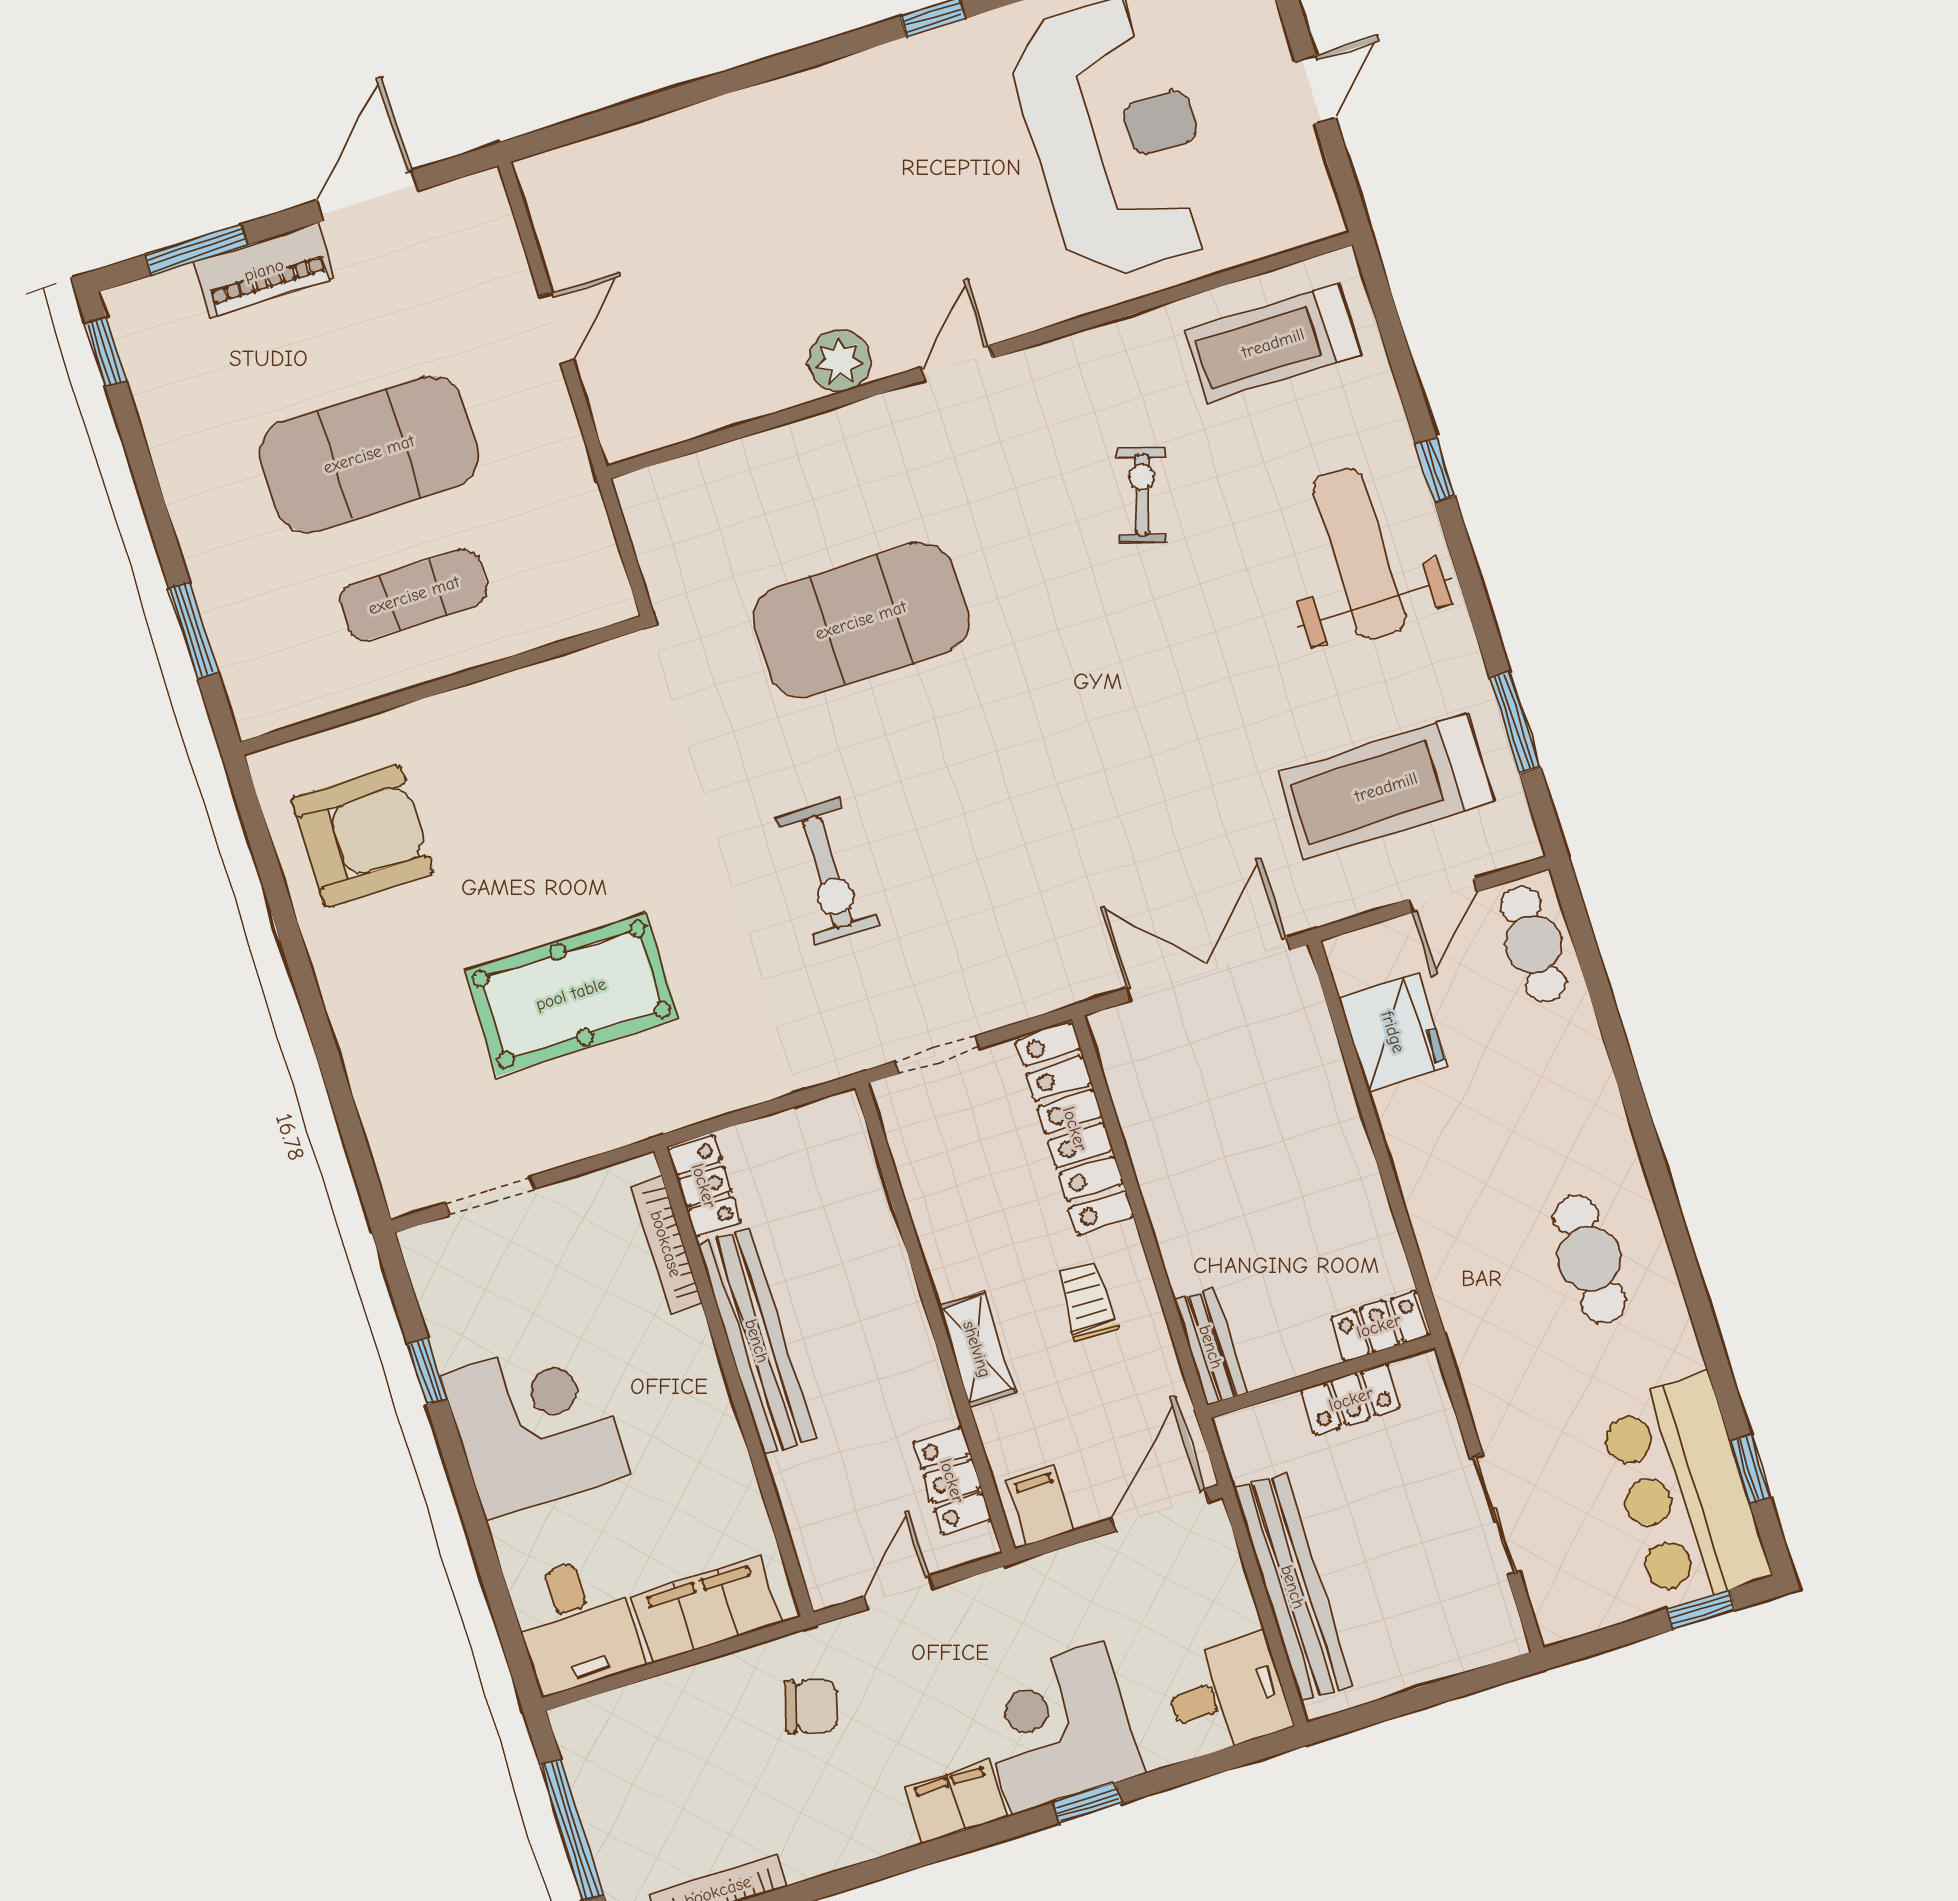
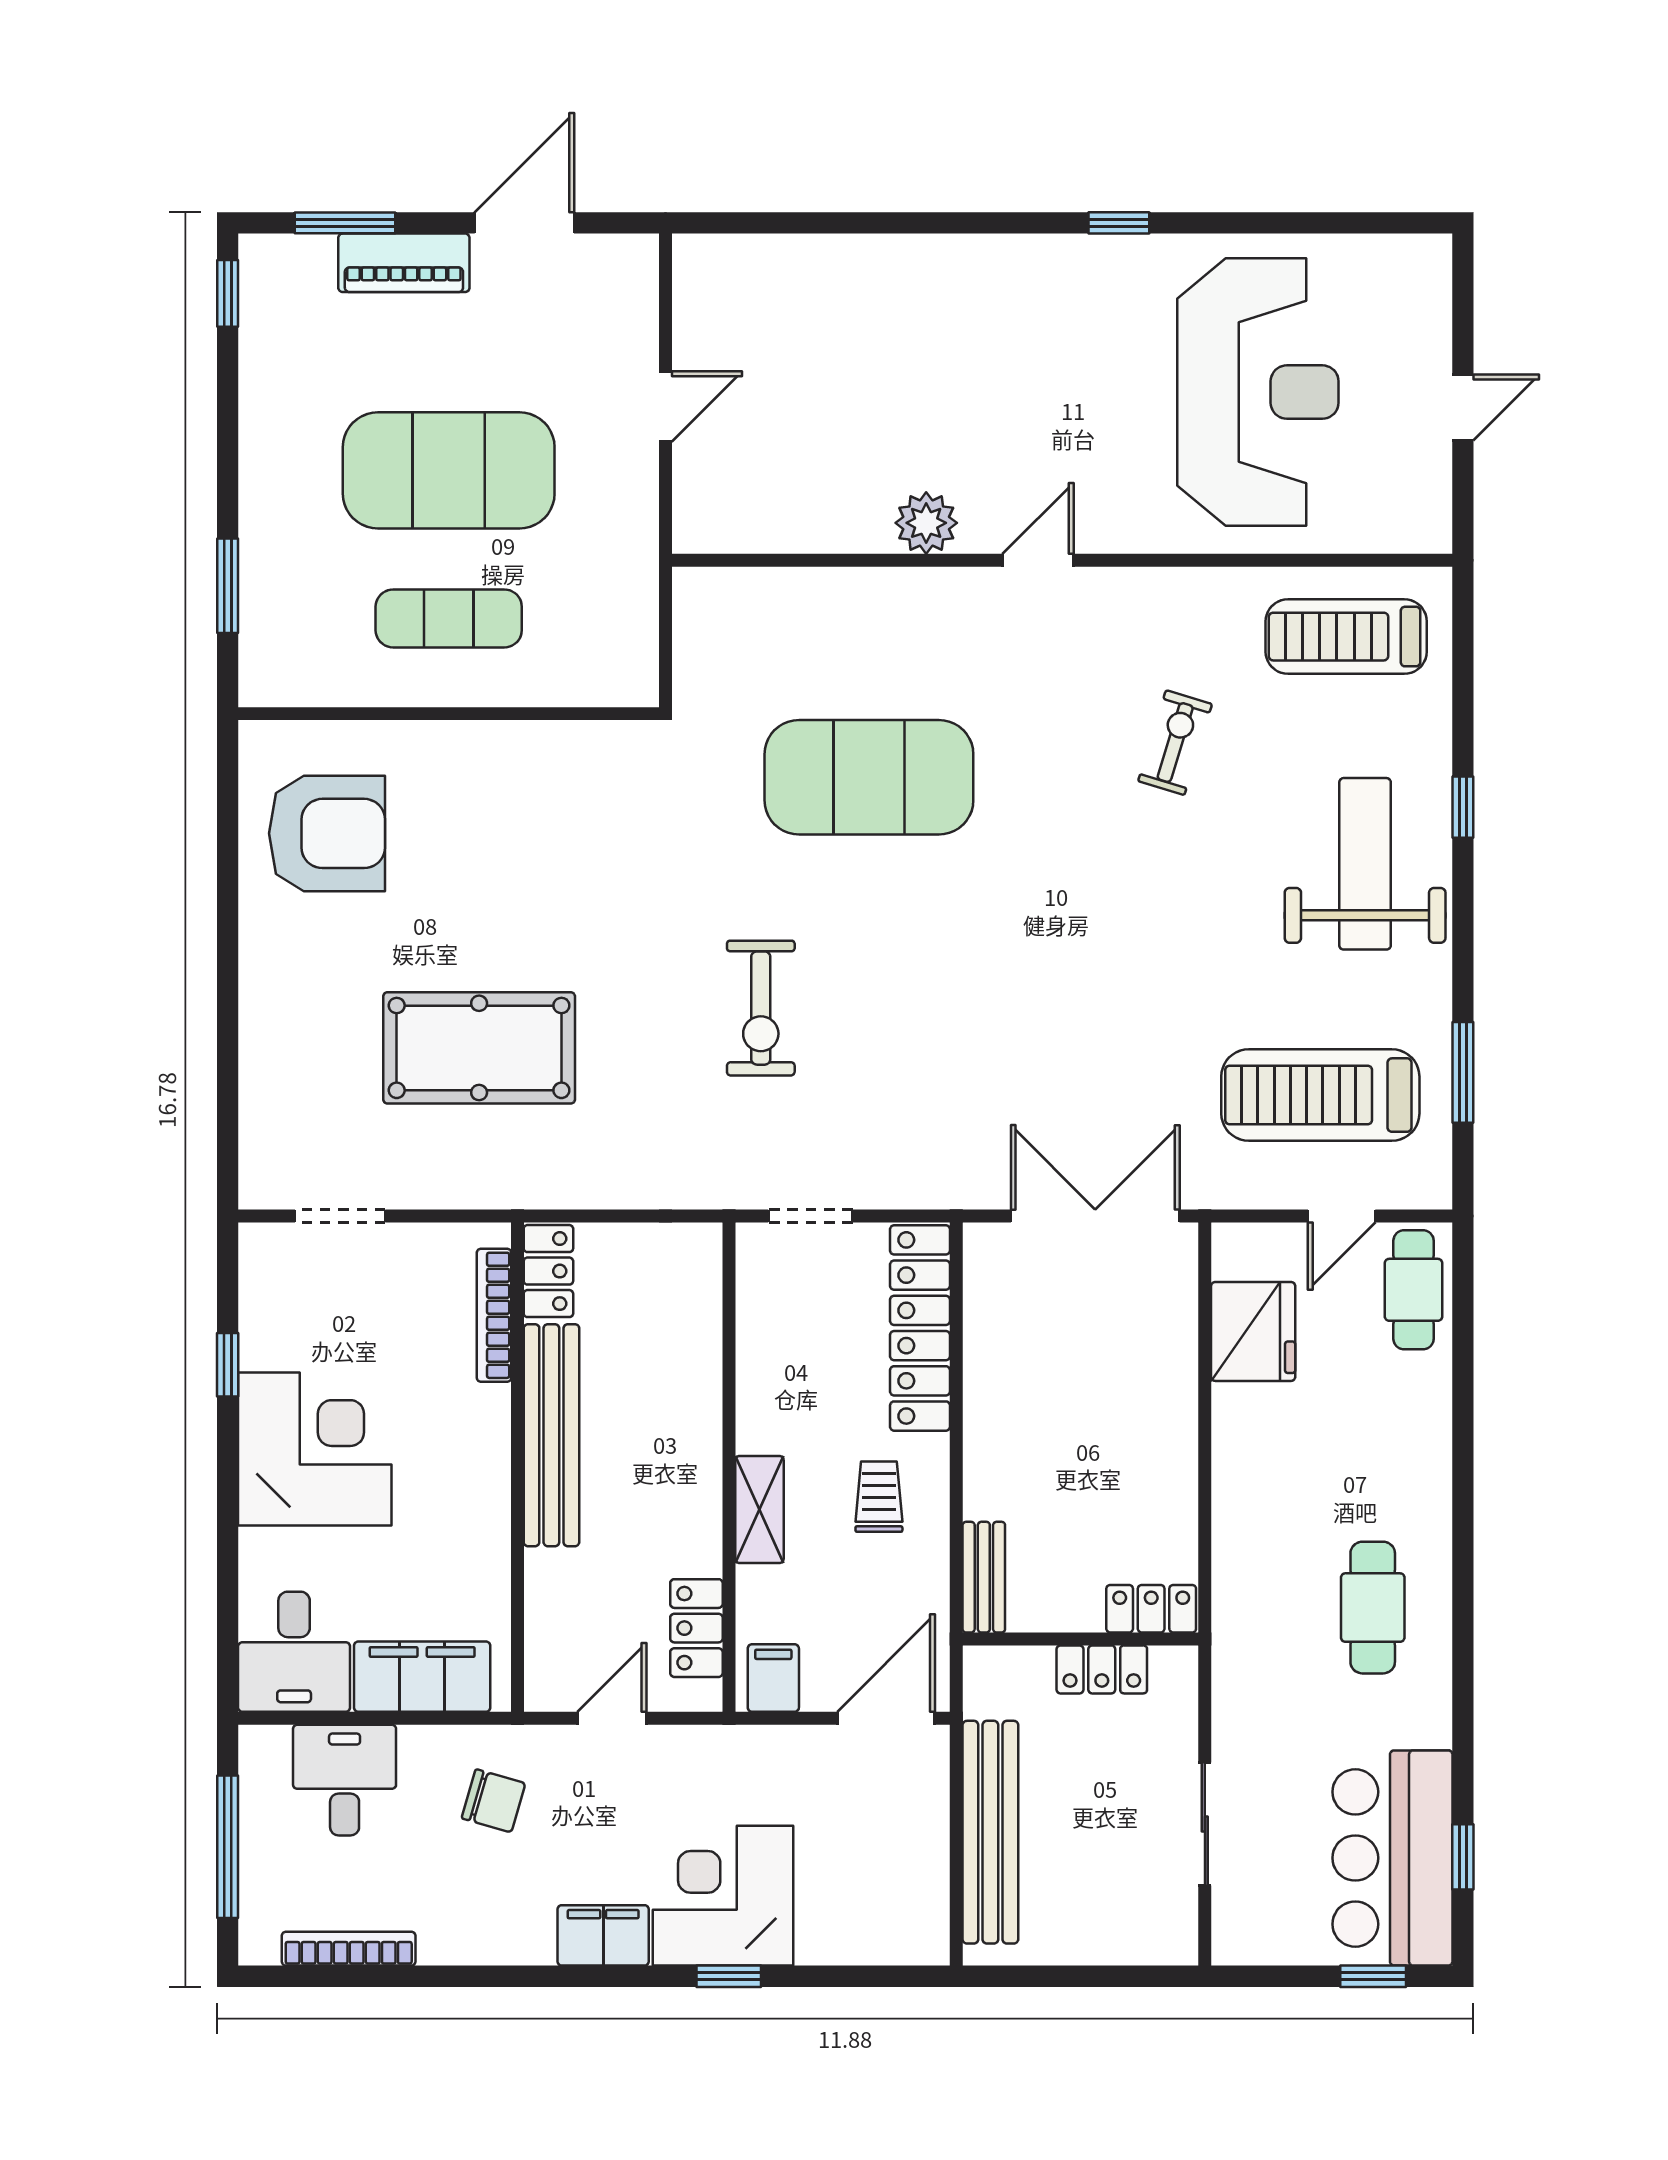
desk: (1227, 1694) -> (345, 1780), moved, turned -90

